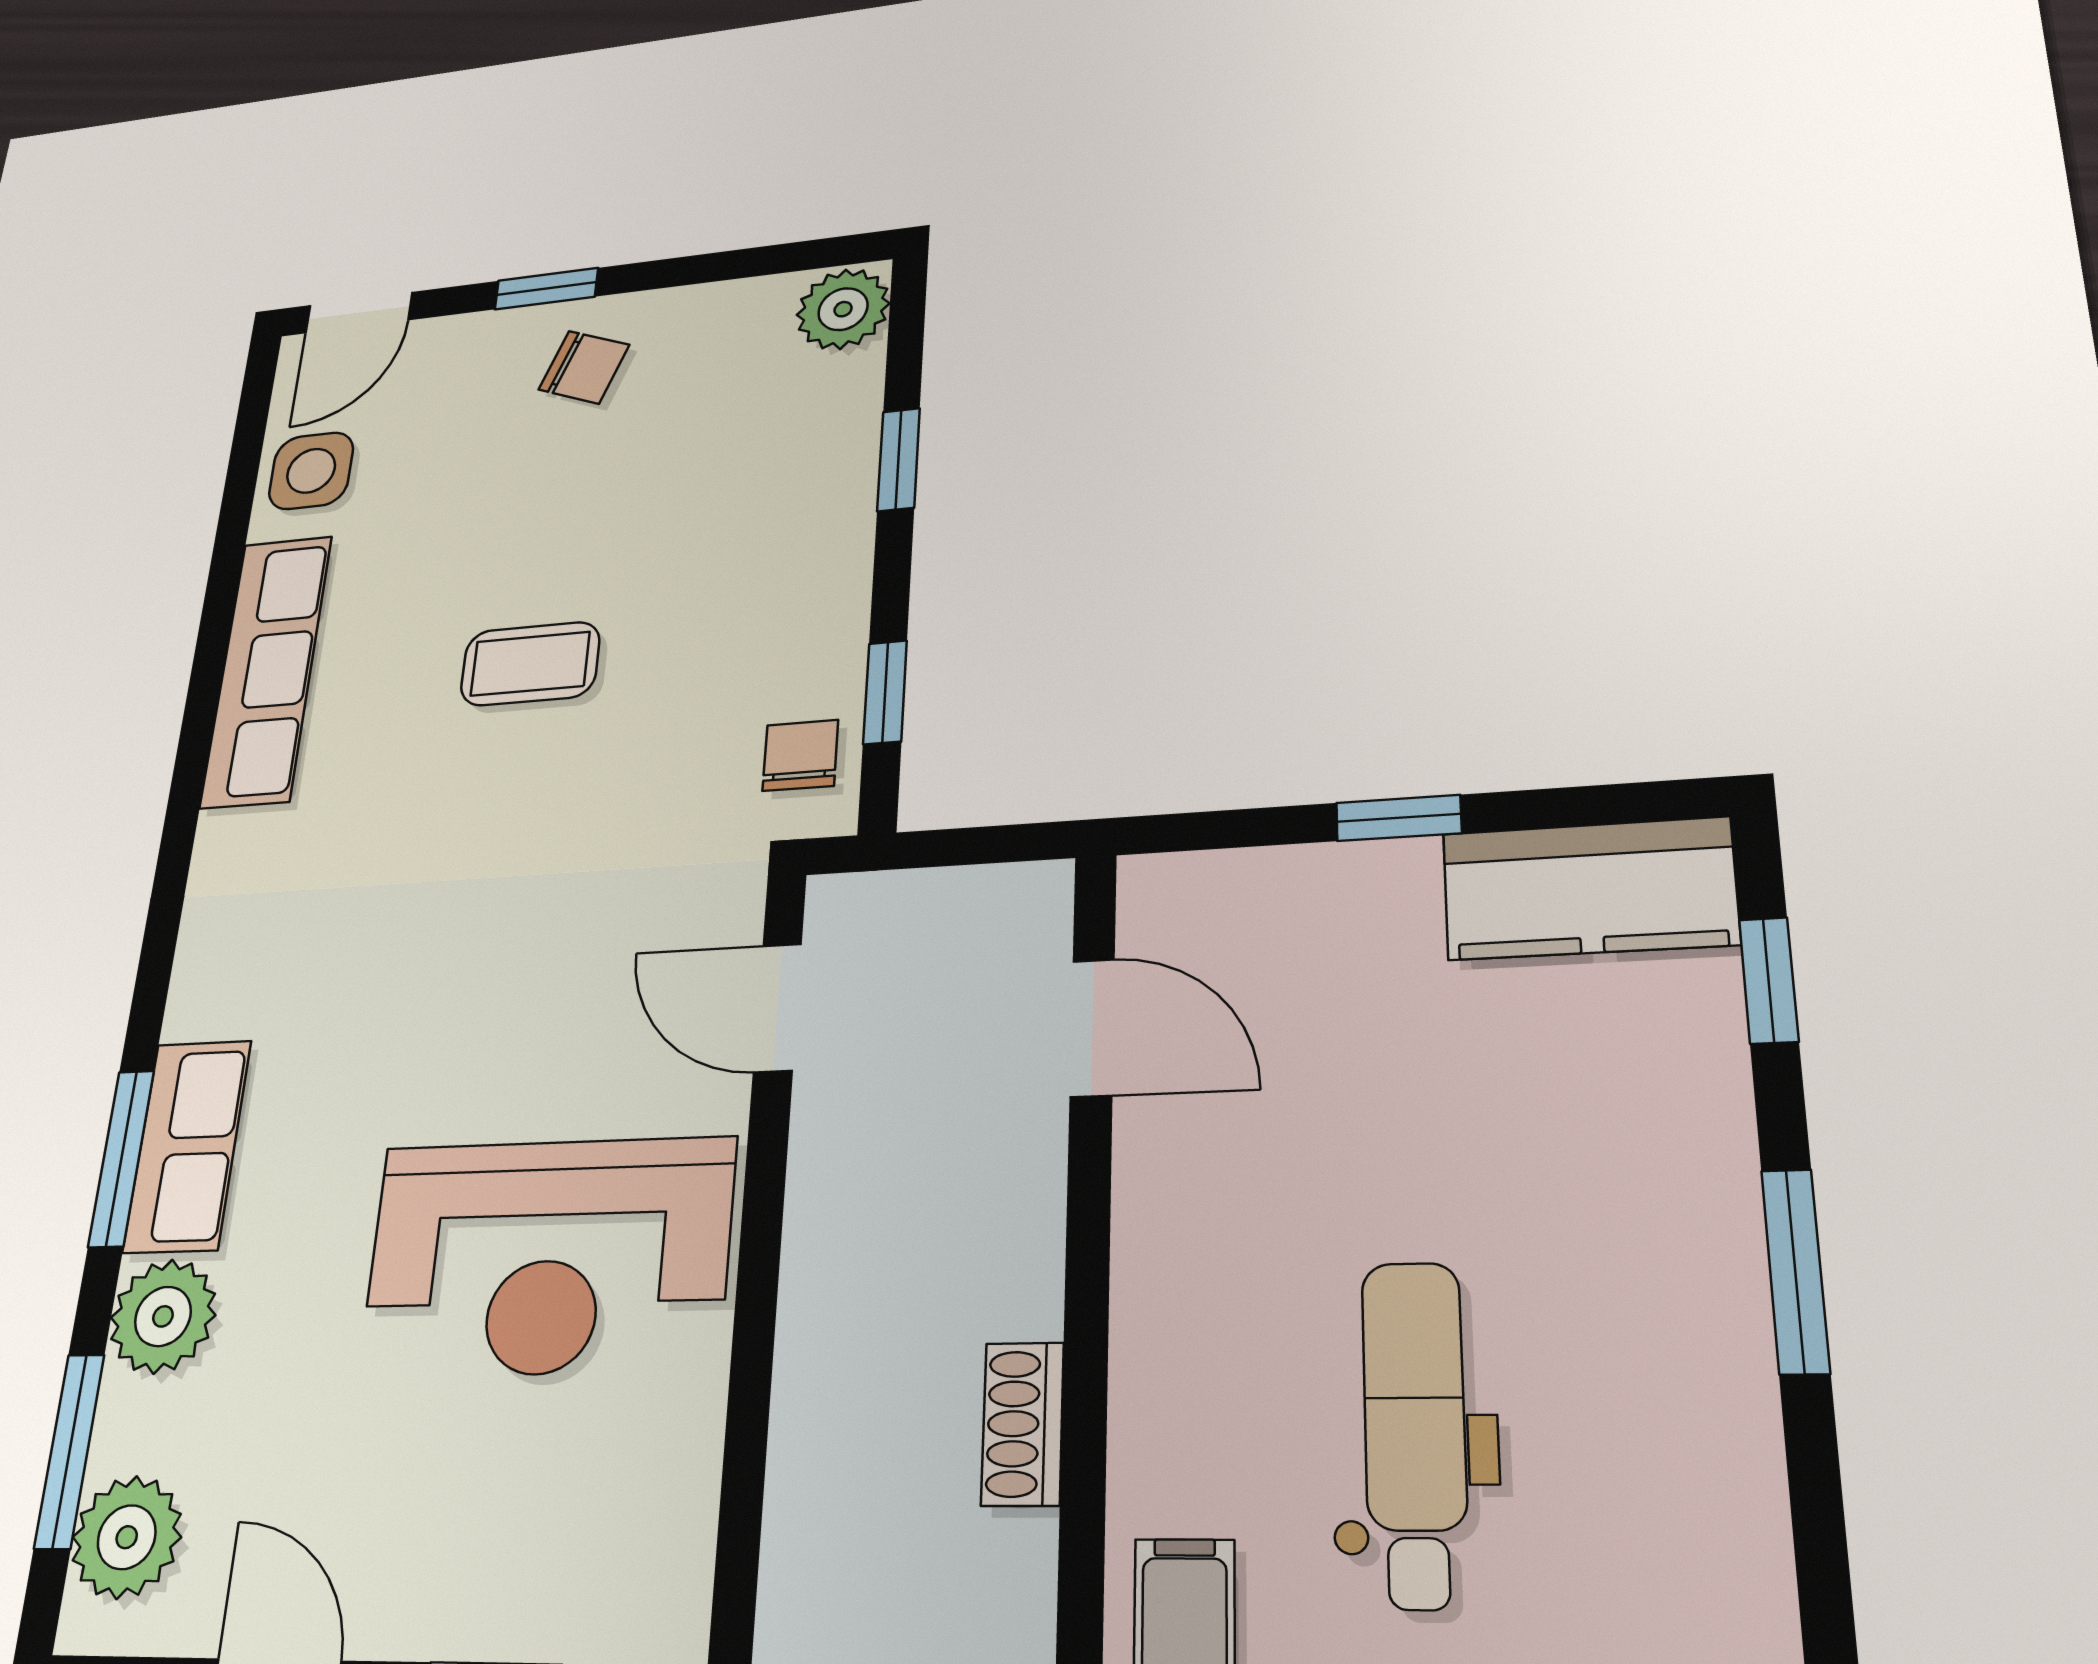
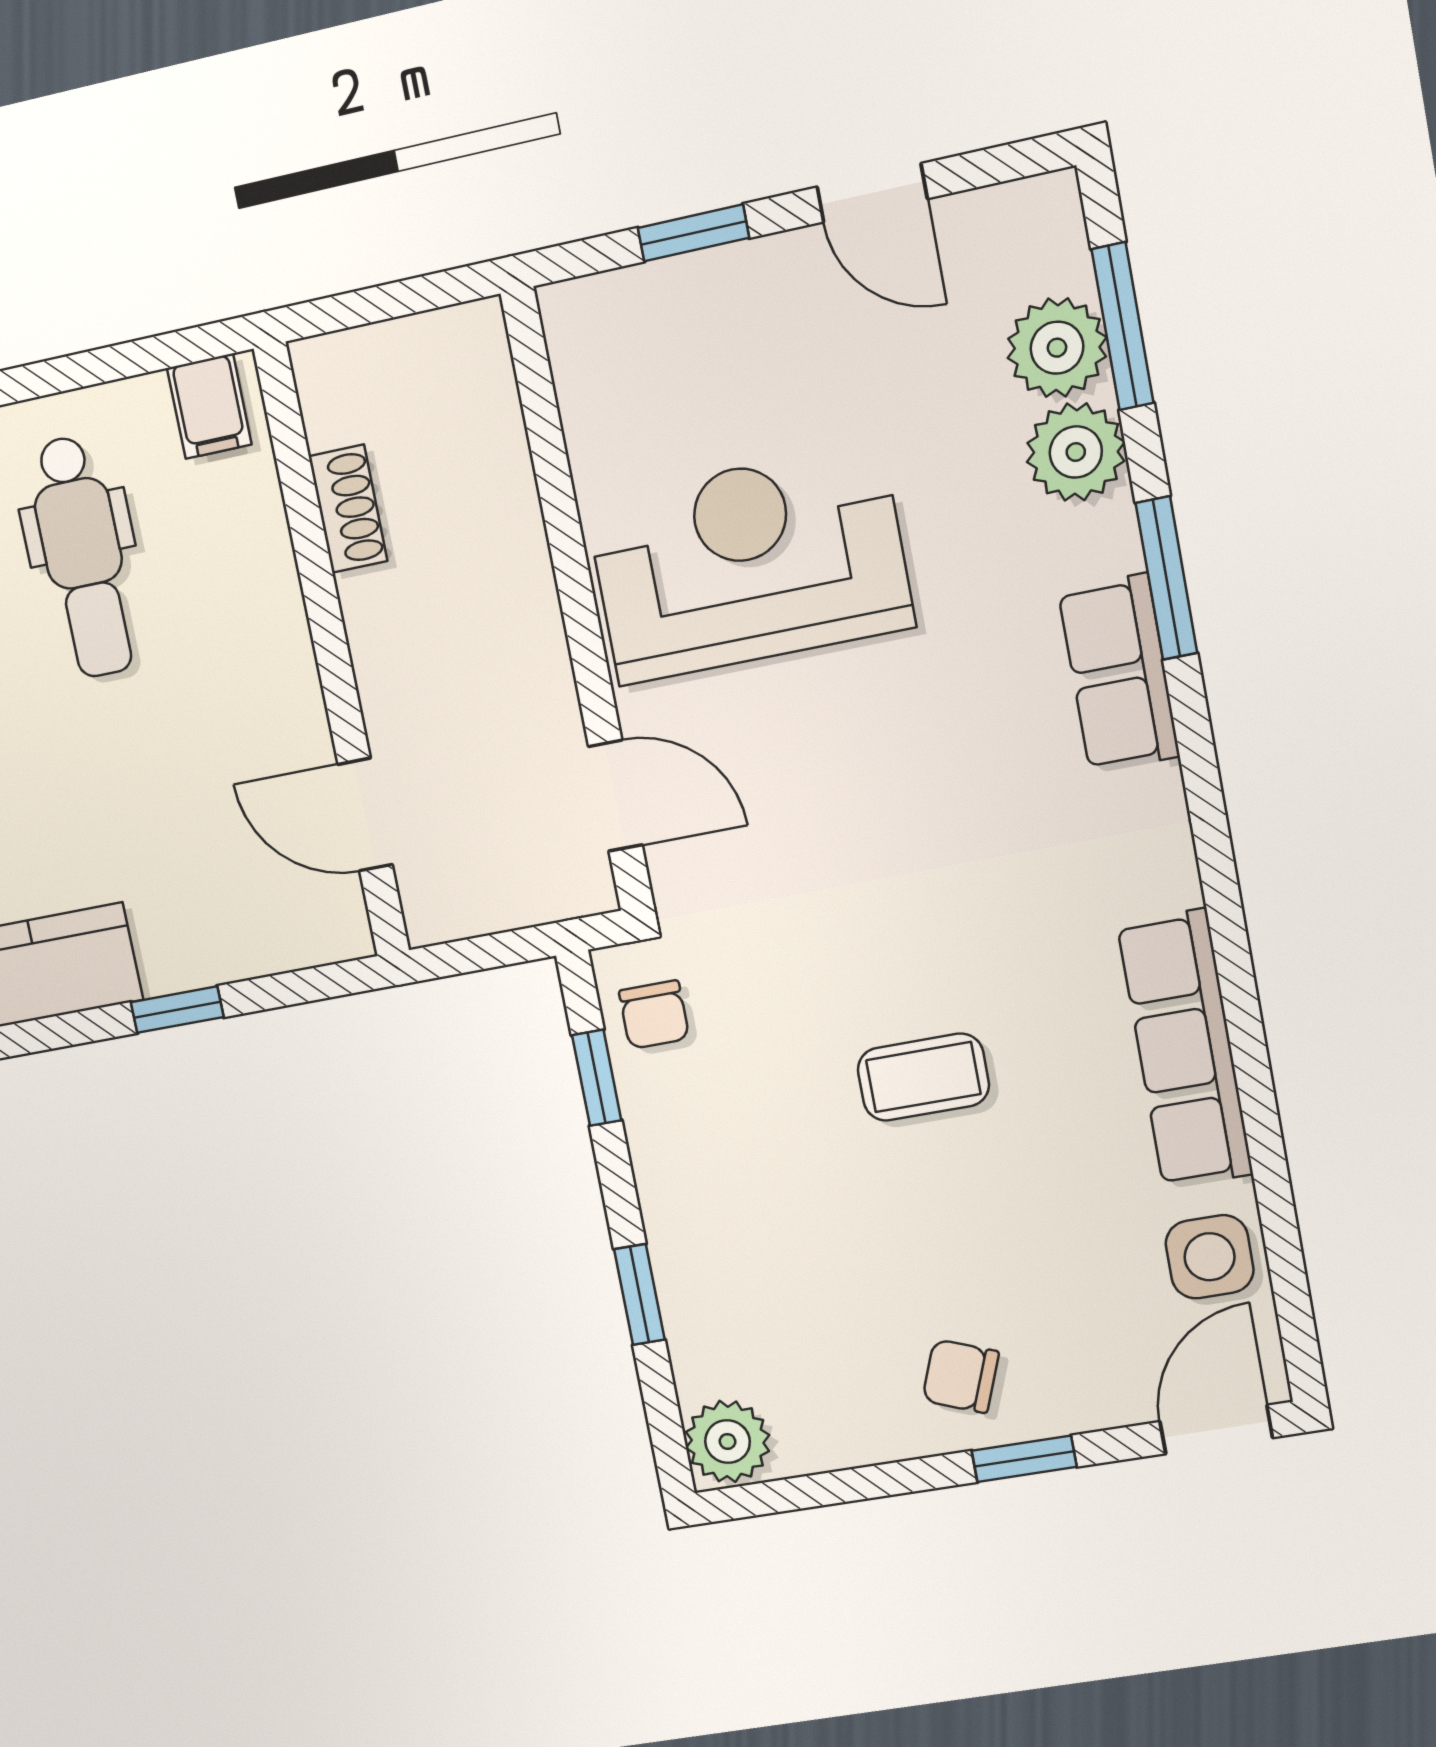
row of seats: (187, 1146) -> (1119, 673), moved
plant: (127, 1537) -> (1057, 348), moved

